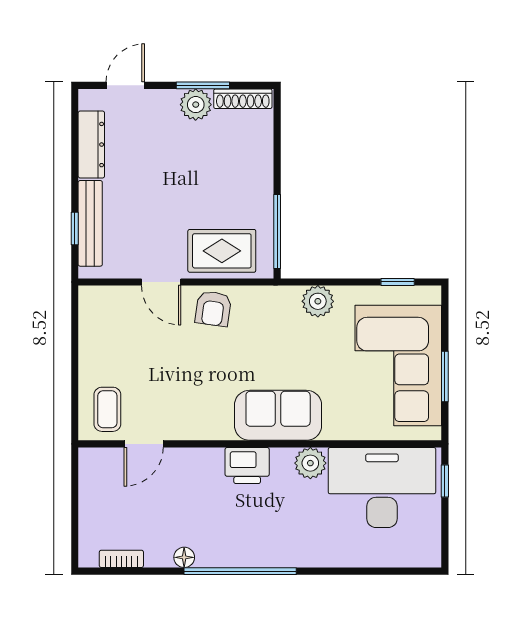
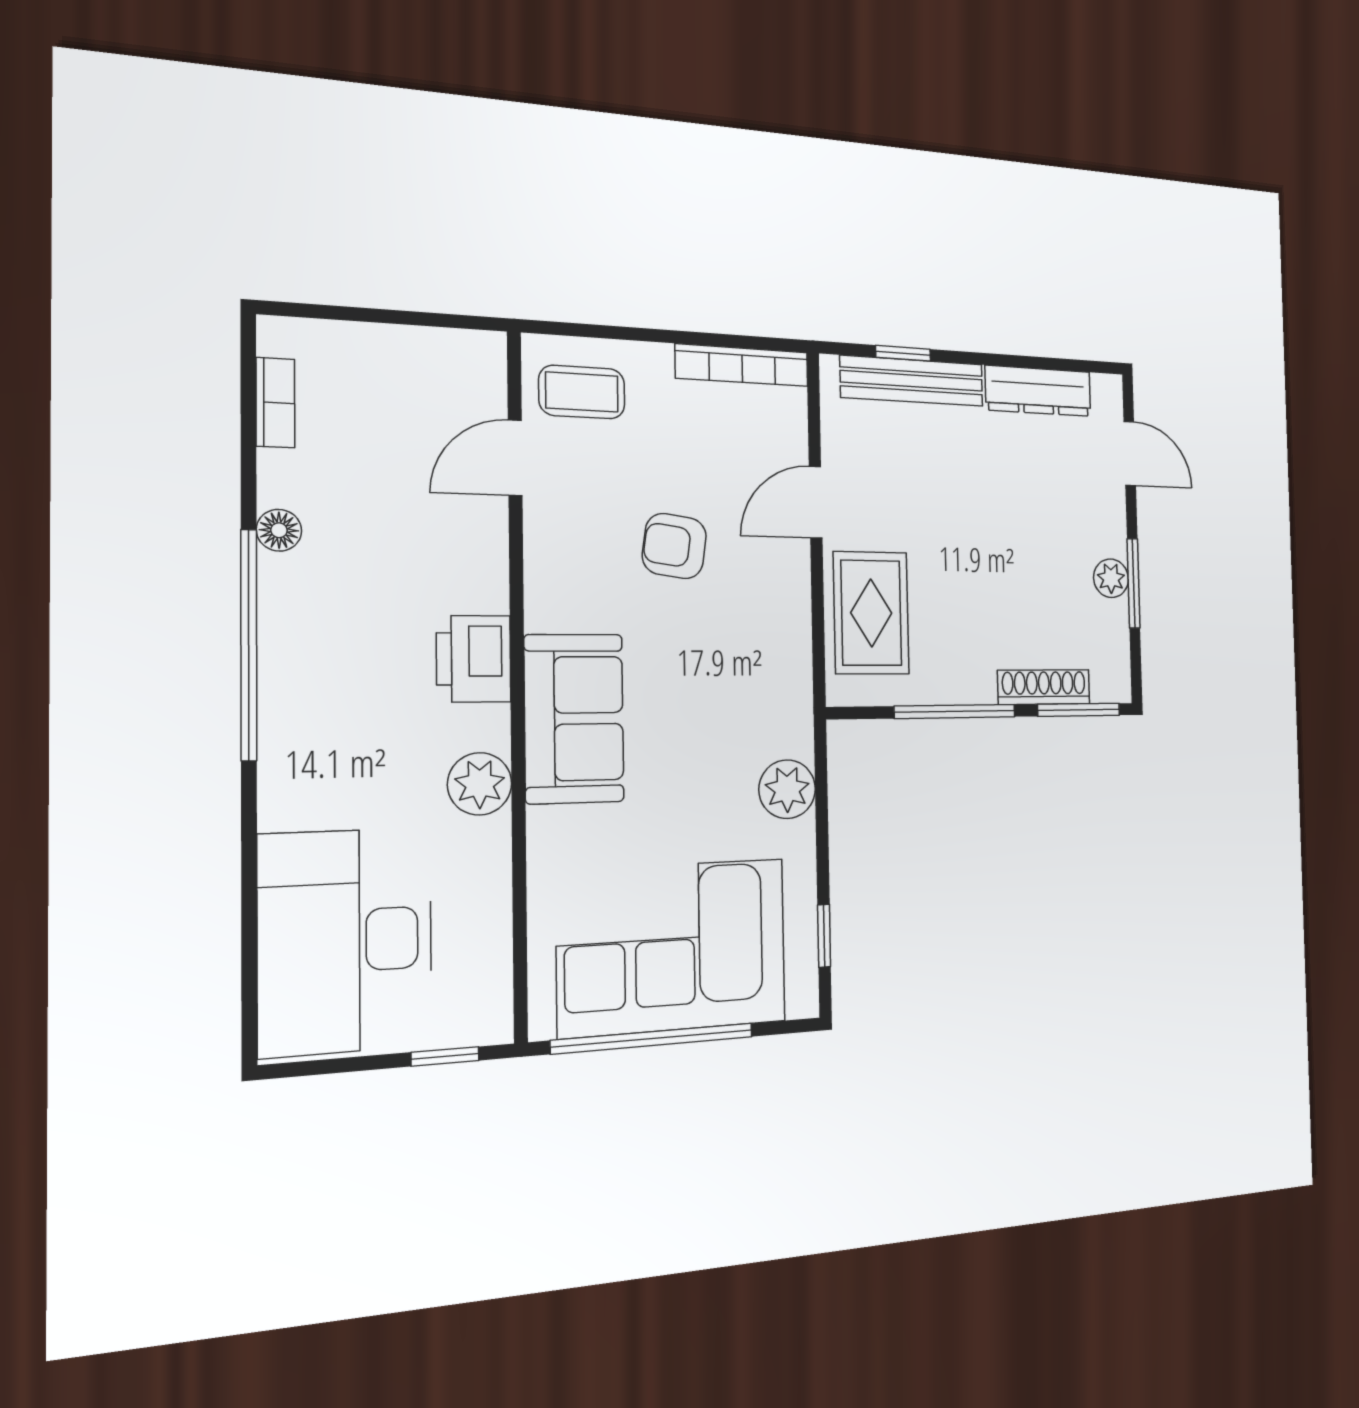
shoe rack: (243, 99) -> (1044, 687), moved, turned 90
plant: (196, 105) -> (1111, 578), width x0.73, depth x0.73
window: (277, 124) -> (1079, 710), added
window: (277, 231) -> (955, 711), moved
armchair: (213, 309) -> (674, 546), moved
bookcase: (88, 322) -> (742, 365), added
window: (445, 376) -> (653, 1039), width x2.11
door: (144, 444) -> (515, 458), hinge flipped
desk: (382, 488) -> (346, 941), moved, turned 180

